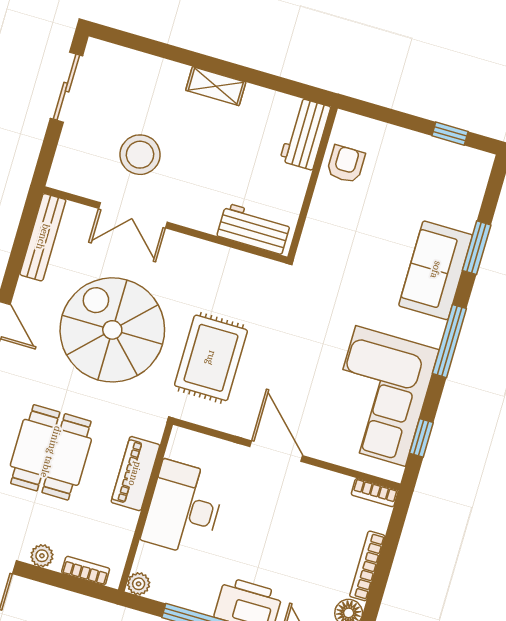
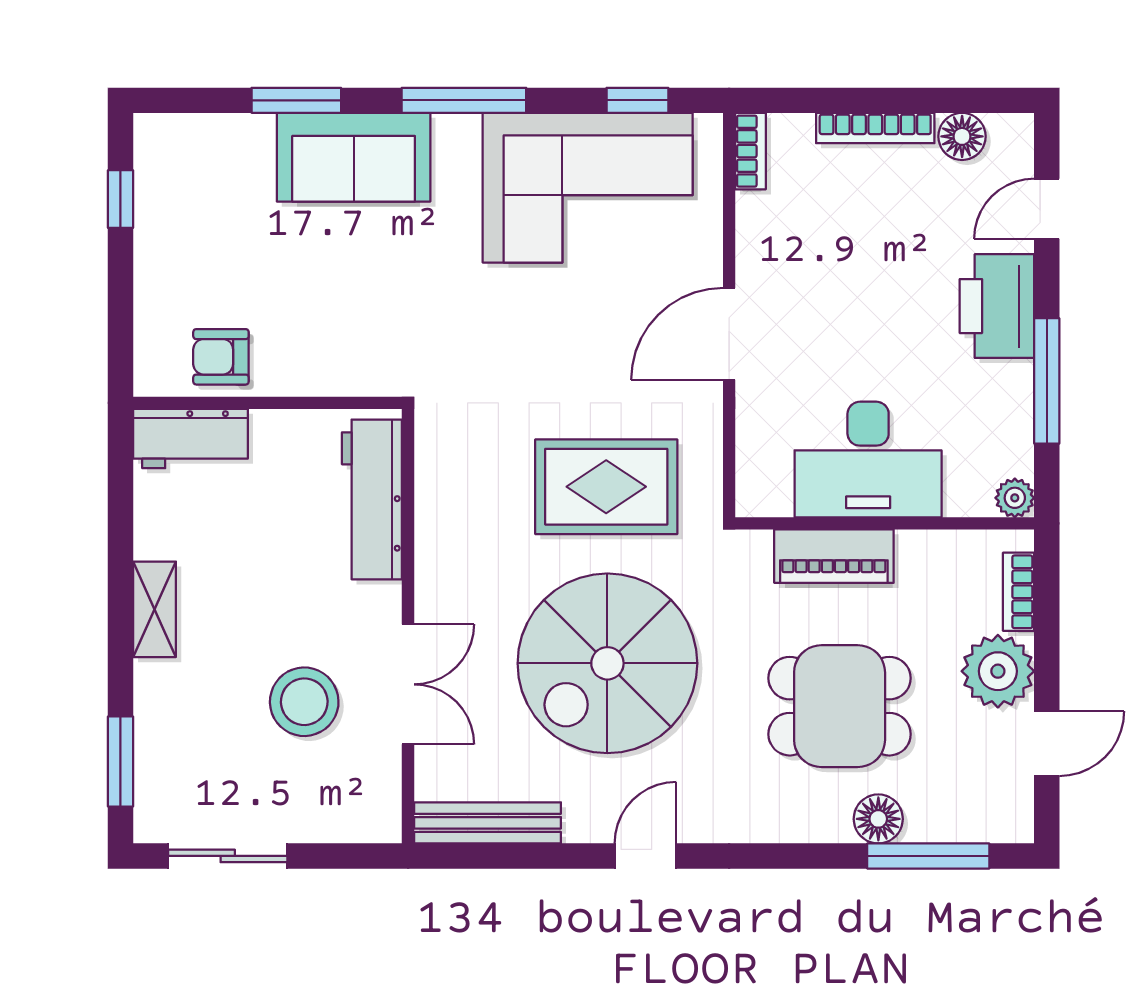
window: (136, 43) -> (120, 762), added
workbench: (254, 229) -> (372, 499), width x1.38
plant: (42, 556) -> (998, 671), width x1.87, depth x1.87

